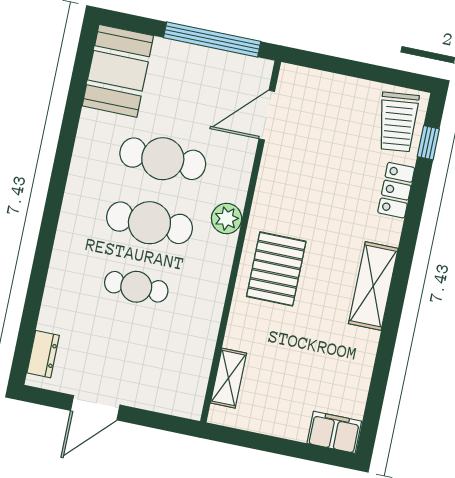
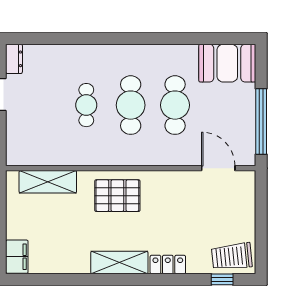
locker: (396, 190) -> (168, 265), moved
plant: (227, 219) -> (144, 156), removed
dresser: (43, 354) -> (14, 59), moved, turned -90
shelving: (228, 378) -> (48, 182), width x1.50, depth x1.33

